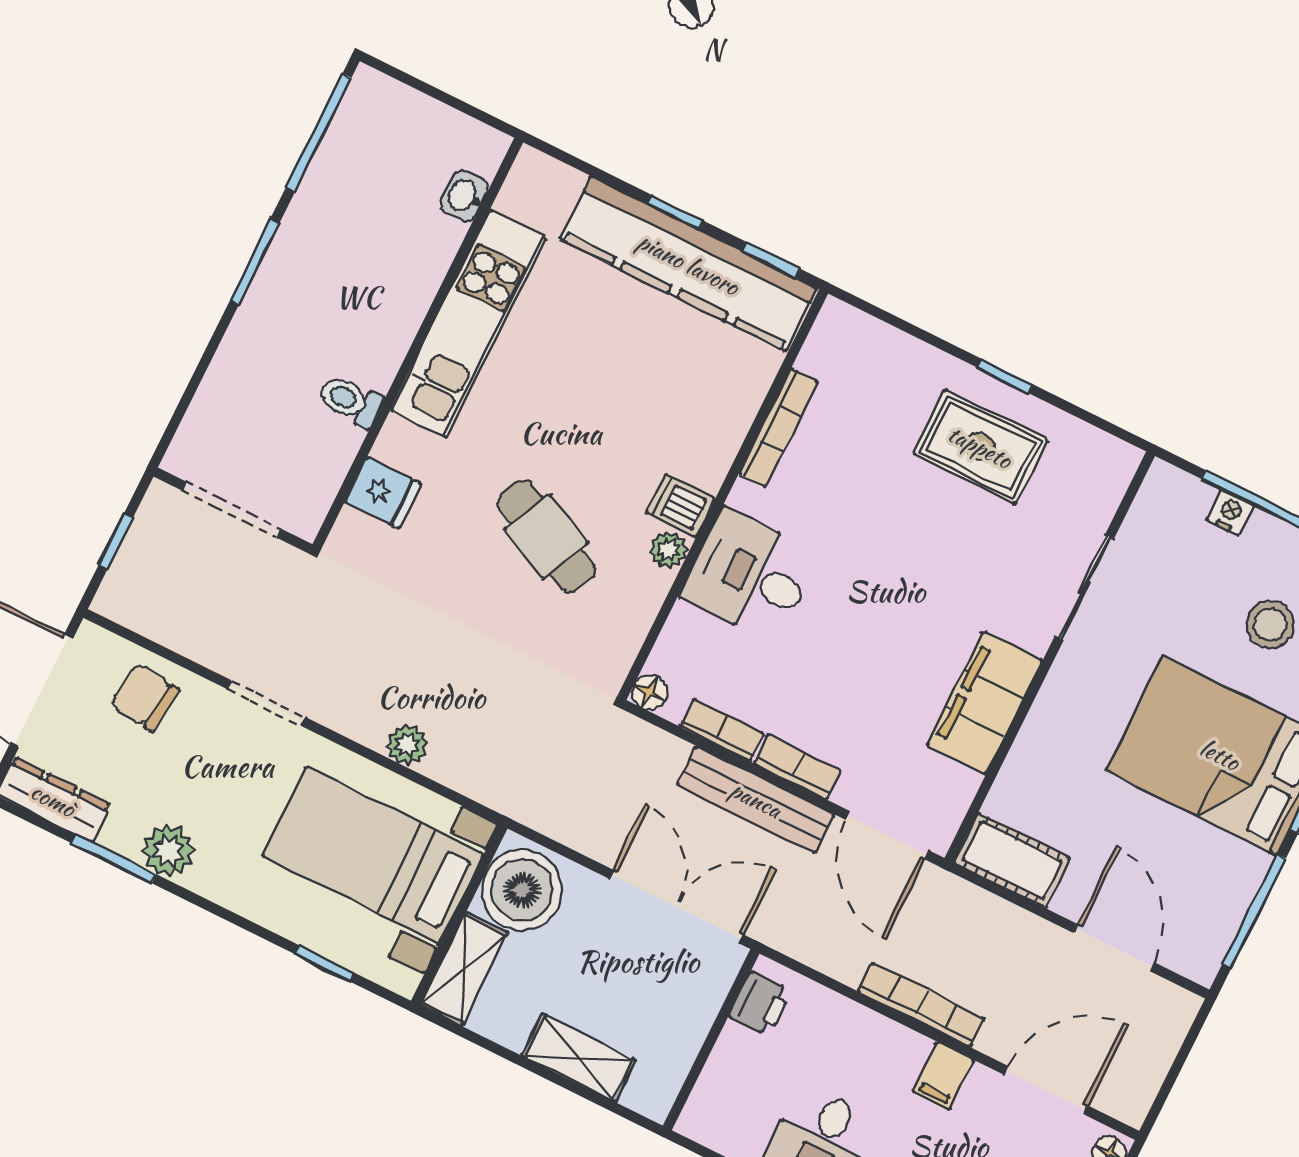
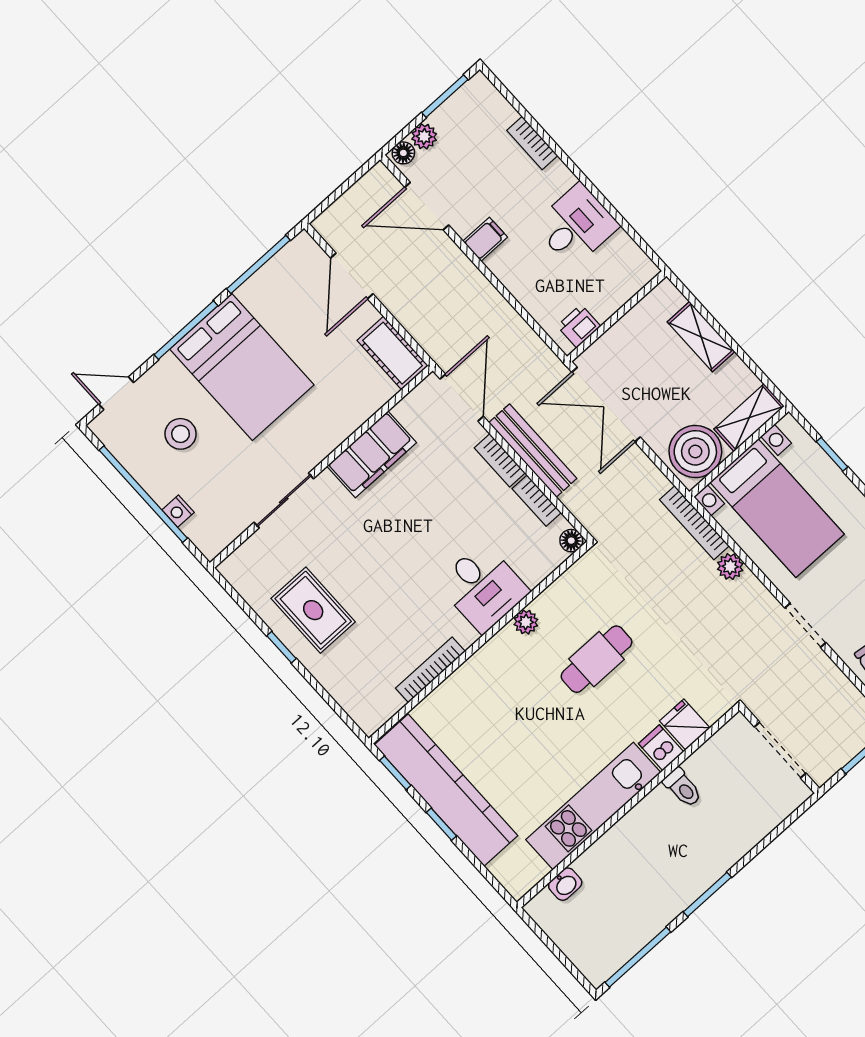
dishwasher: (680, 506) -> (661, 748), moved, turned 180
cafe table: (546, 536) -> (596, 659), turned 64
bookcase: (921, 1005) -> (694, 523), moved

